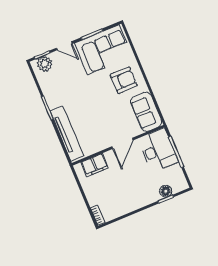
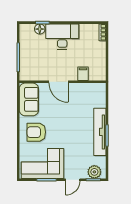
door: (64, 46) -> (73, 180), swing flipped
tv unit: (67, 133) -> (100, 132), moved
door: (122, 143) -> (59, 82), swing flipped
desk: (158, 150) -> (62, 37), moved, turned 90
filing cabinet: (95, 165) -> (83, 74), width x0.50

